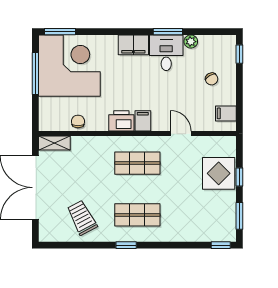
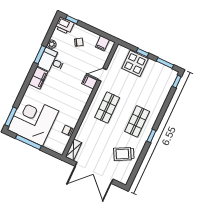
printer: (121, 121) -> (64, 26), moved, turned -90
filing cabinet: (143, 121) -> (90, 82), moved

